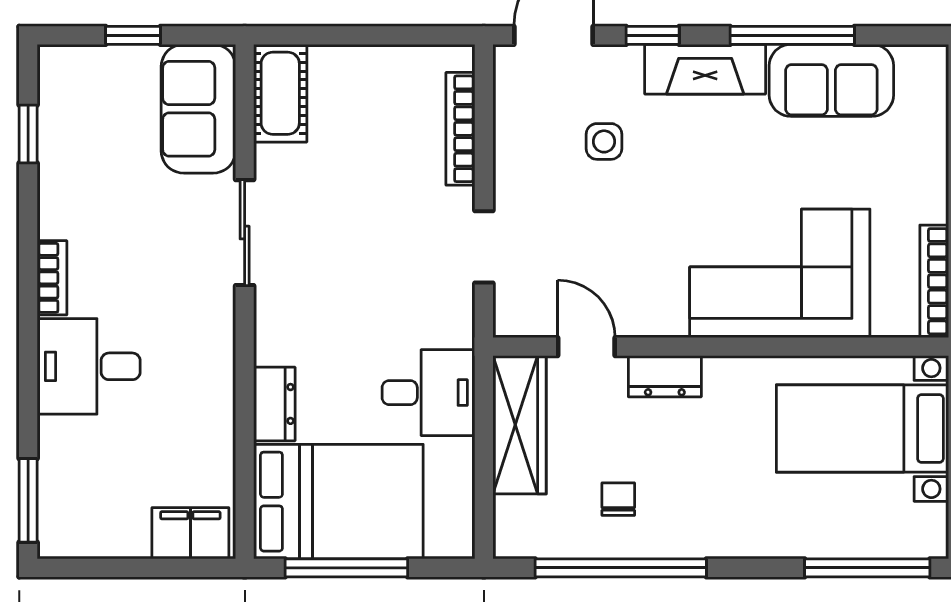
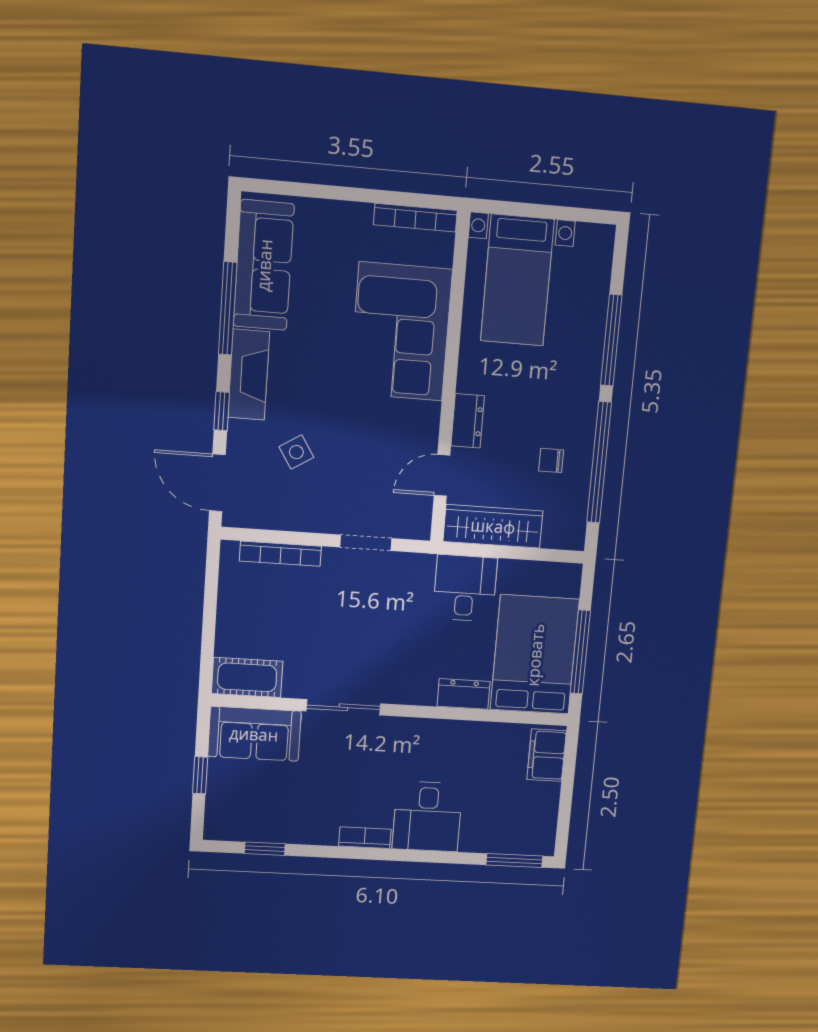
sofa: (831, 80) -> (264, 265), width x1.36
side table: (604, 141) -> (296, 452), turned -32
window: (867, 568) -> (611, 340), moved

